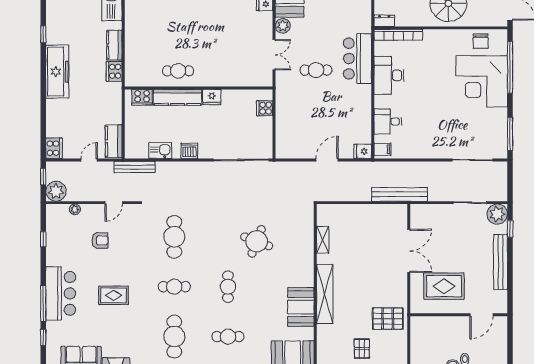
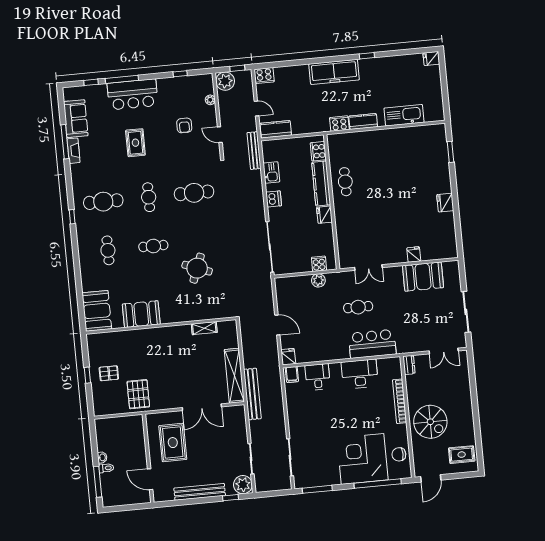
plant: (283, 26) -> (318, 280), moved
bookcase: (398, 35) -> (400, 401), moved
cafe table: (316, 70) -> (358, 307), turned 90
shelving: (325, 294) -> (234, 376), moved, turned 90

